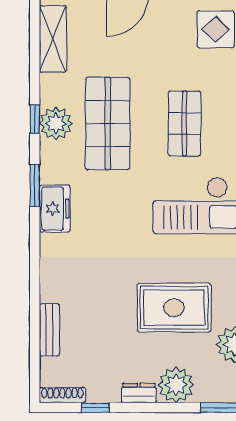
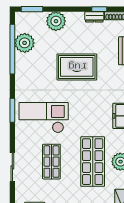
rug: (174, 308) -> (77, 67), moved
dresser: (139, 393) -> (94, 17), moved

